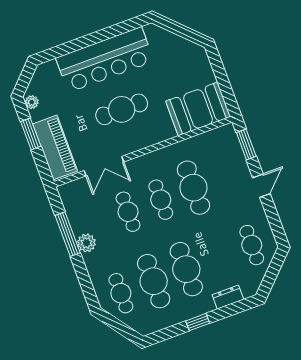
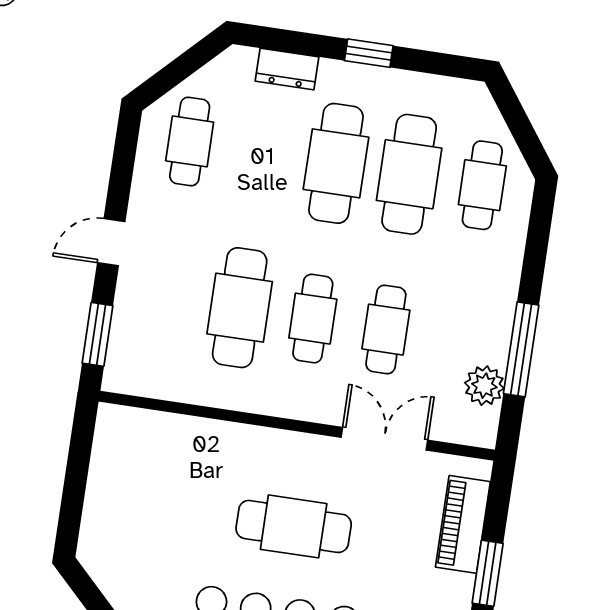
booth: (198, 109) -> (151, 449), removed
piano: (55, 147) -> (463, 524), width x0.73, depth x0.75
plant: (86, 243) -> (484, 386), moved

